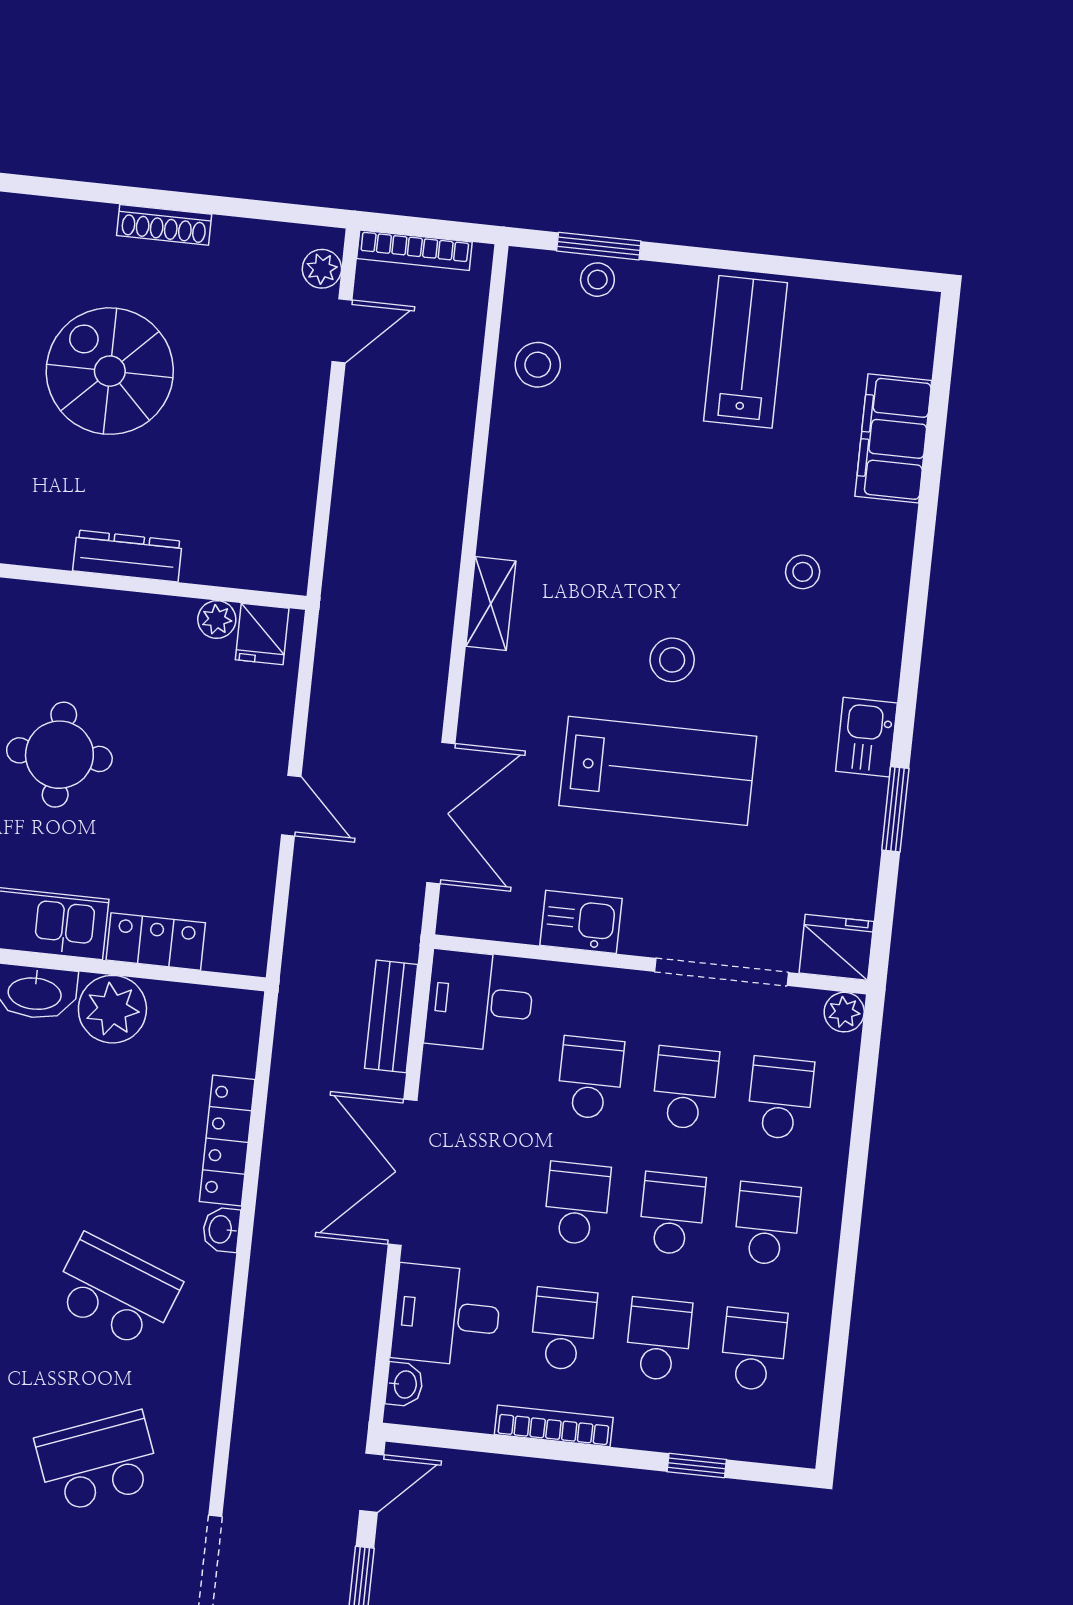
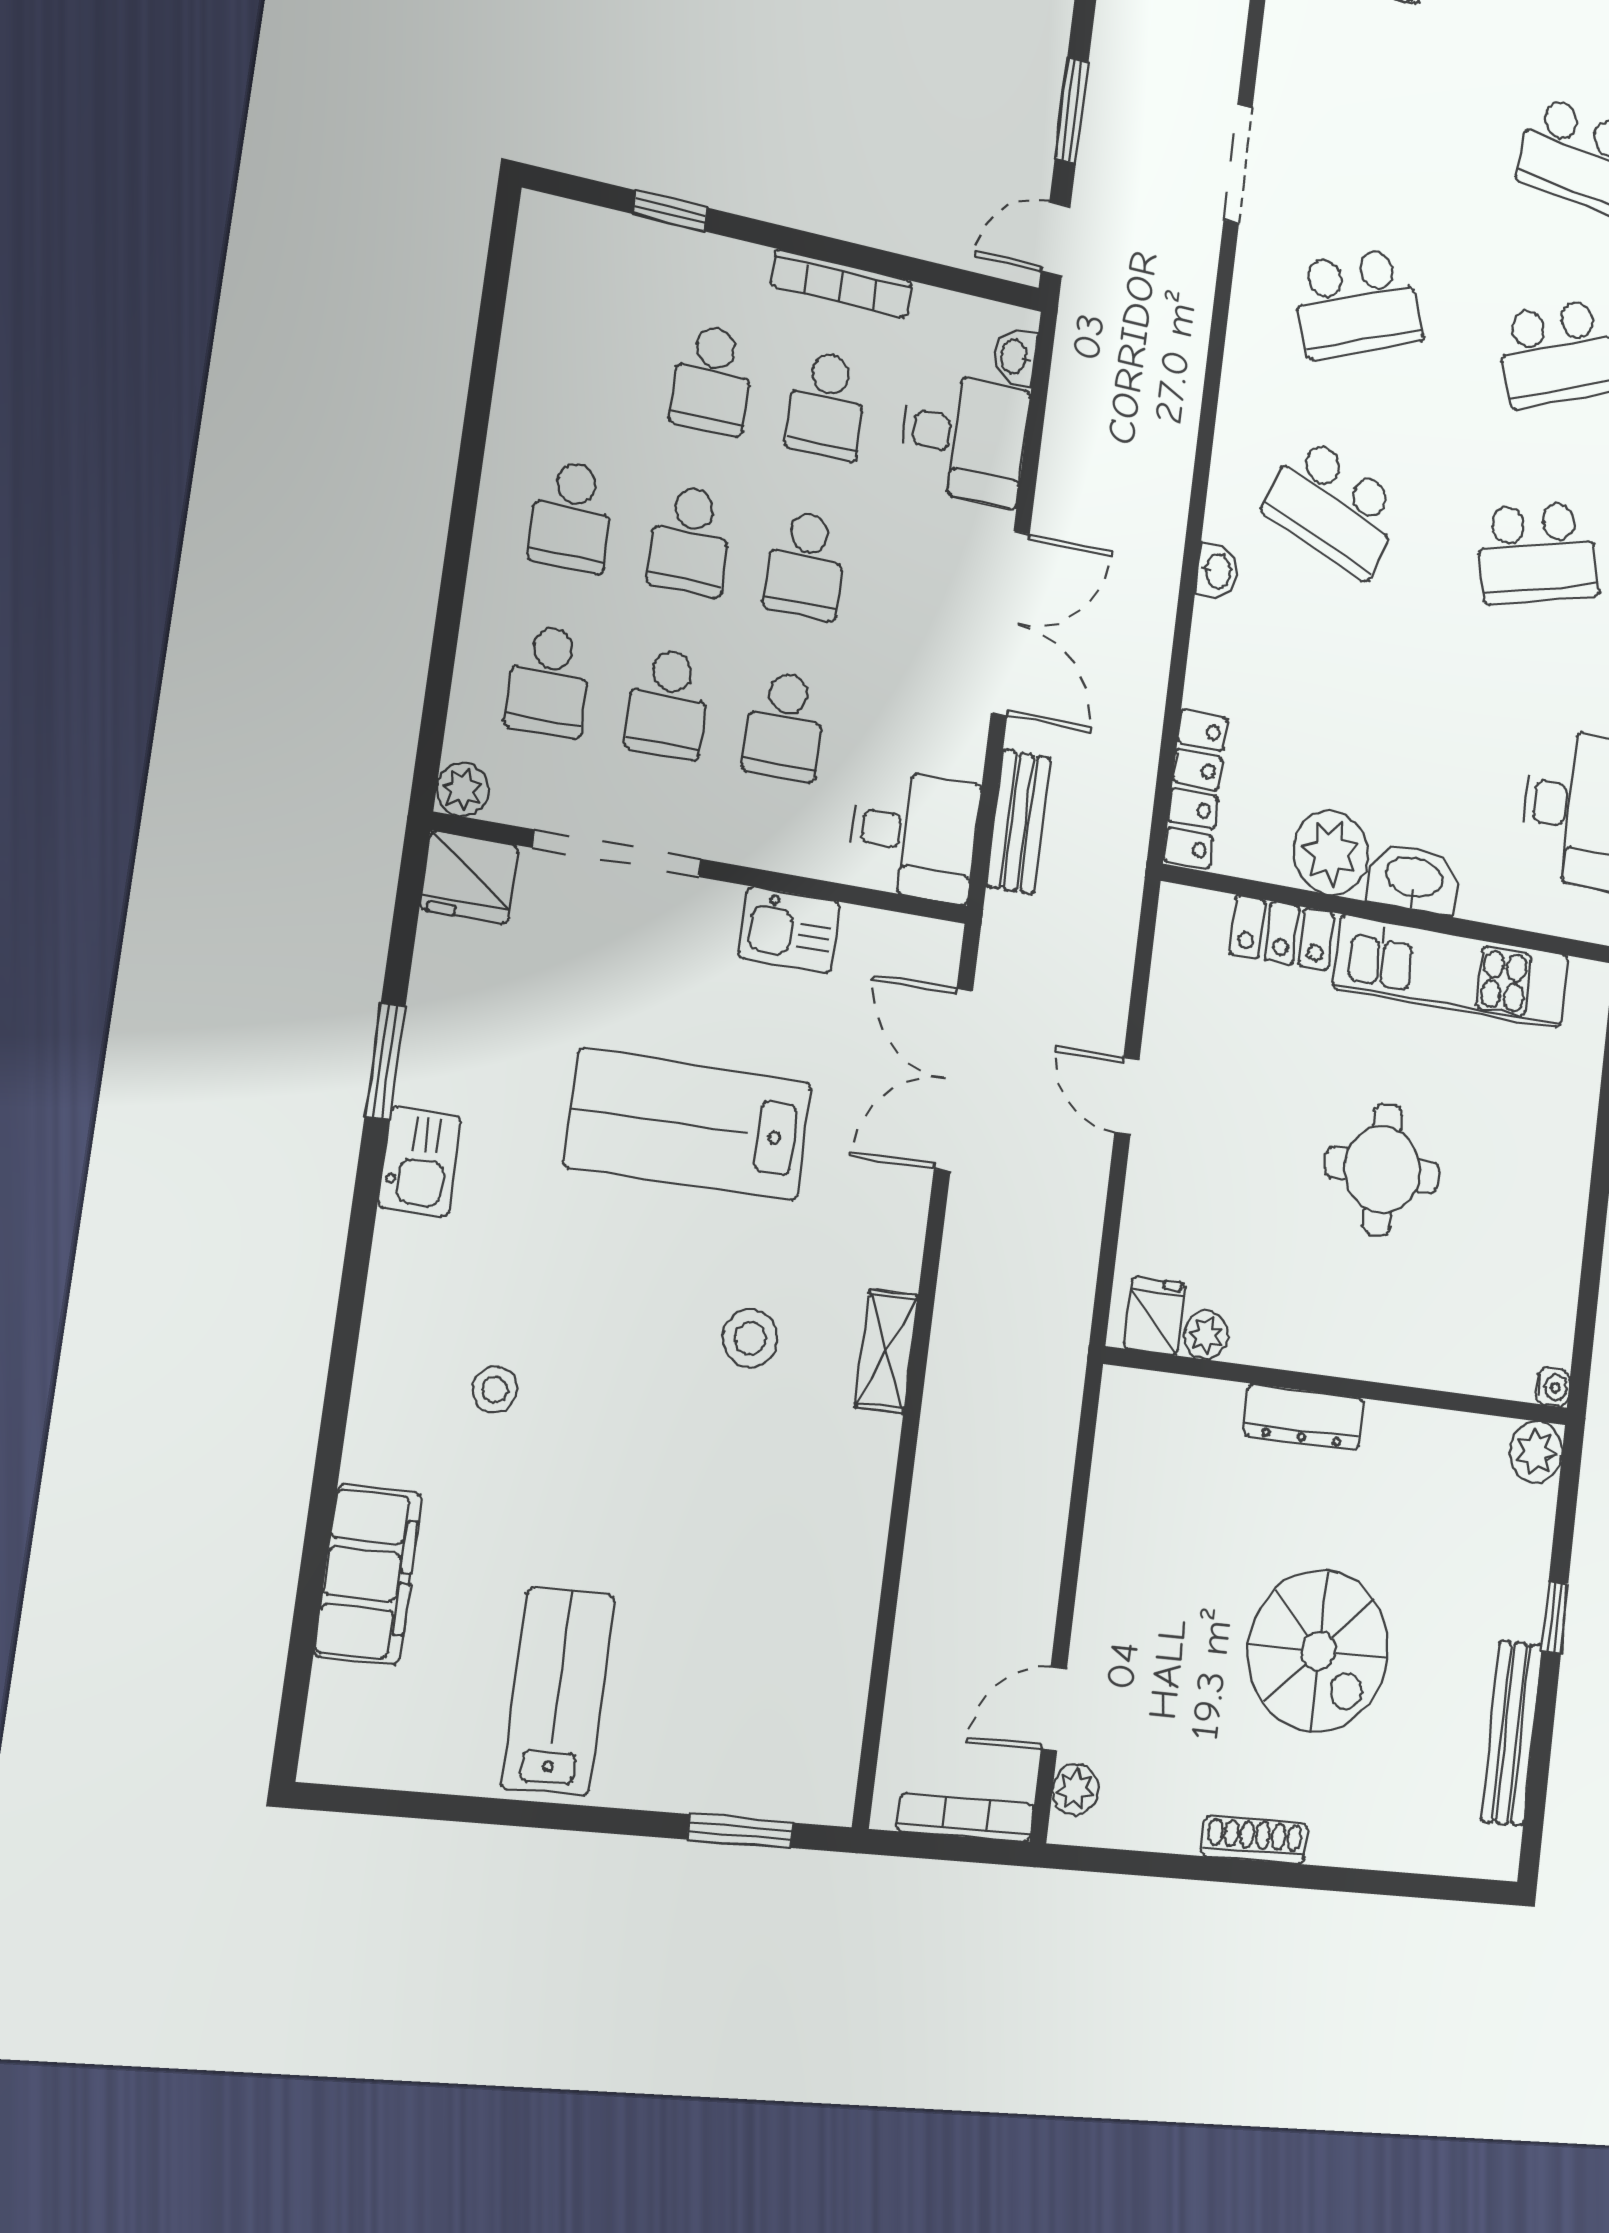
stool: (597, 280) -> (743, 1786), removed
lab bench: (746, 352) -> (558, 1692), turned 180
stool: (538, 365) -> (821, 1669), removed
stool: (672, 660) -> (750, 1339), moved
locker: (227, 1140) -> (1195, 789), moved
school desk: (754, 1349) -> (594, 353), removed

